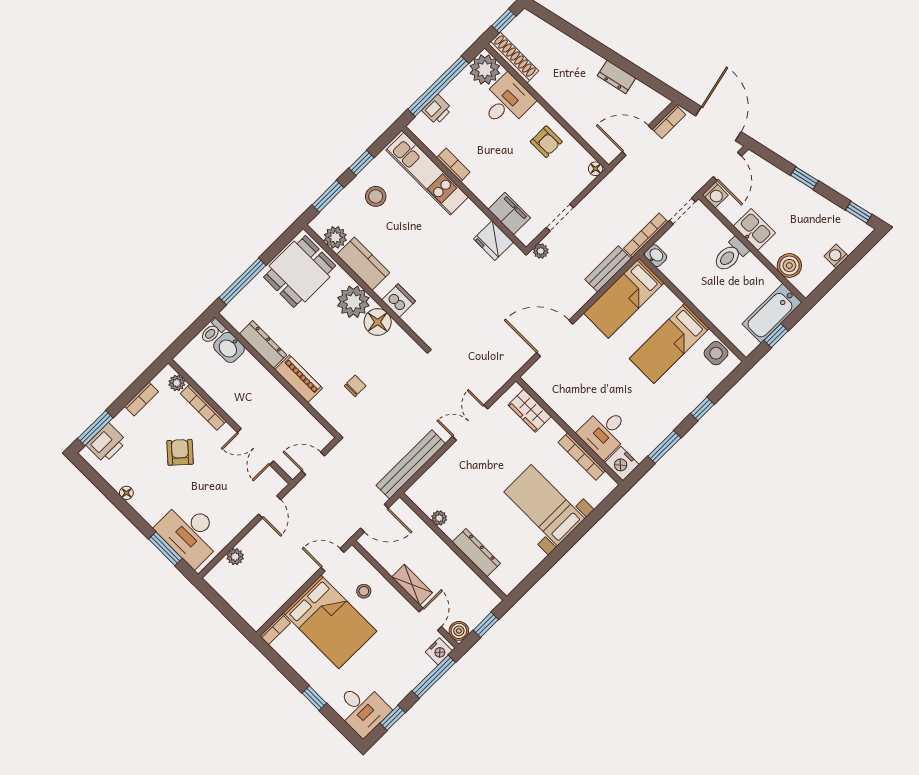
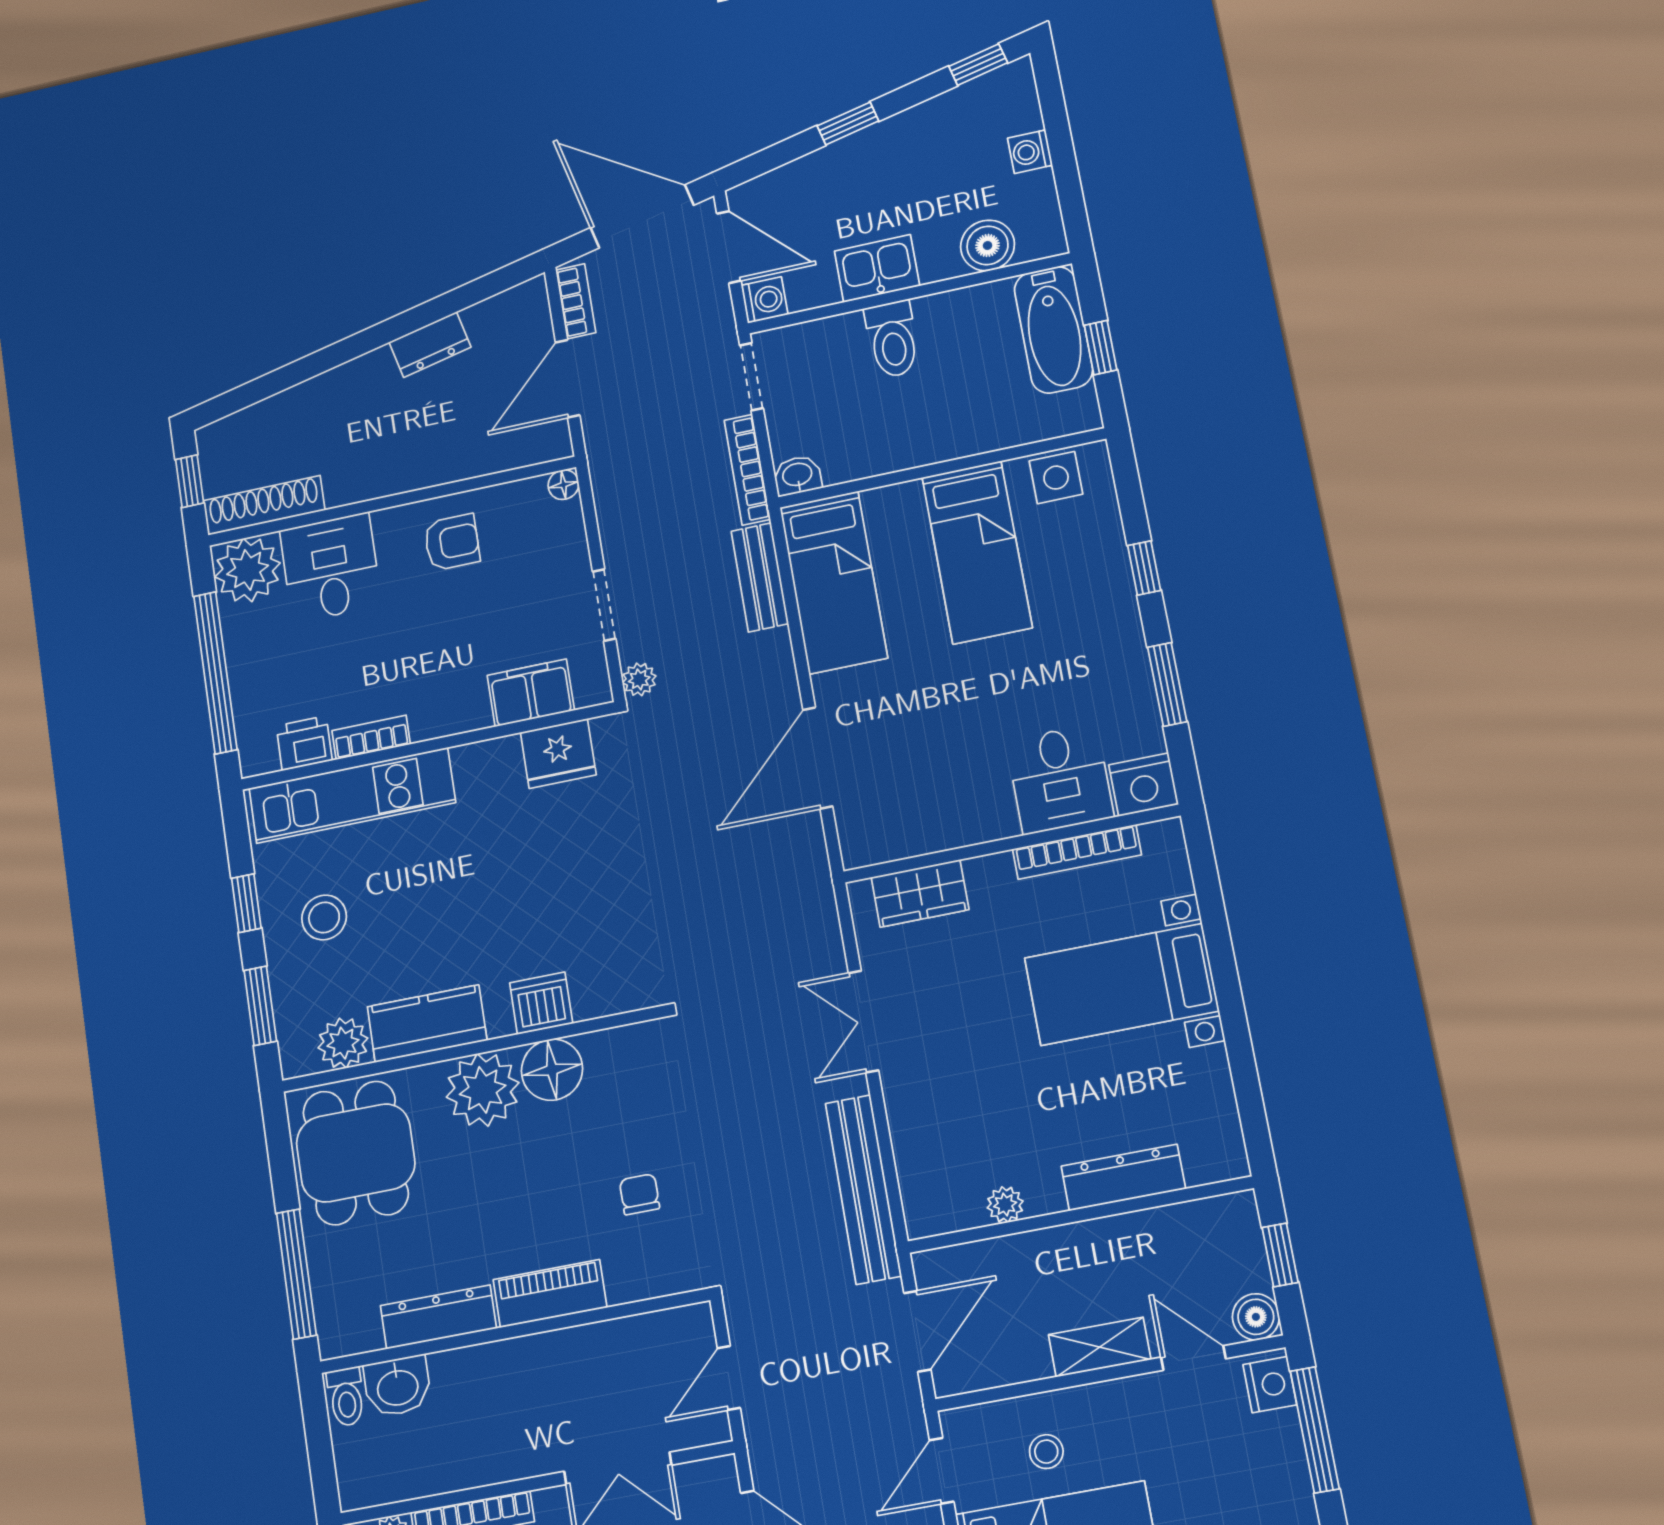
printer: (437, 110) -> (304, 743), moved, turned -90

